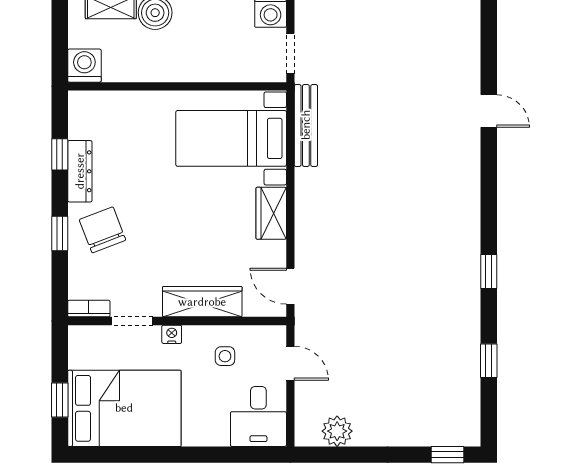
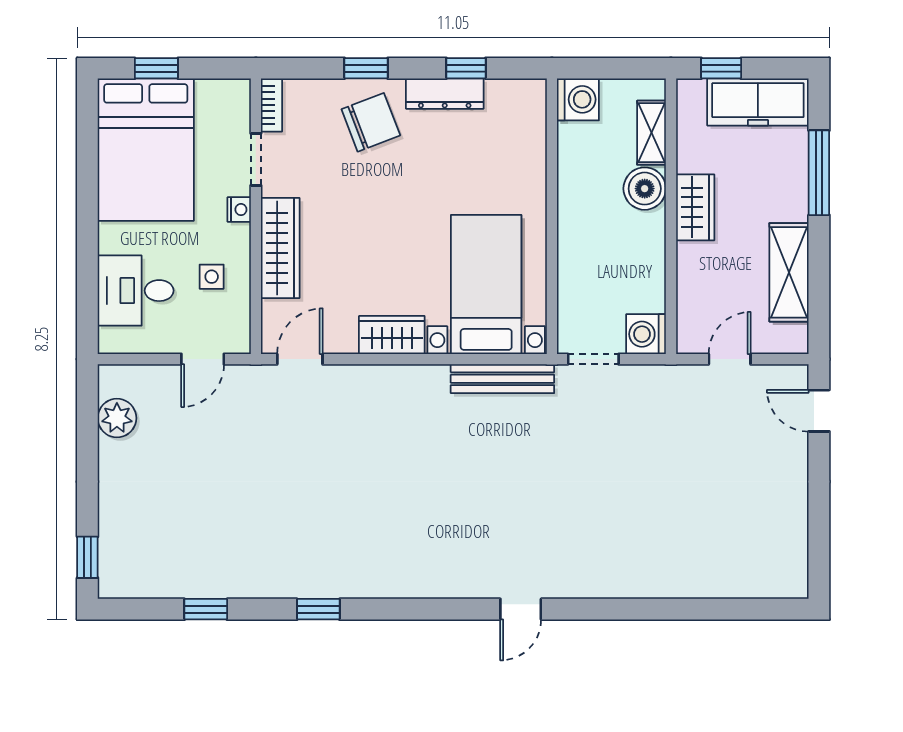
desk: (258, 416) -> (136, 291), moved

